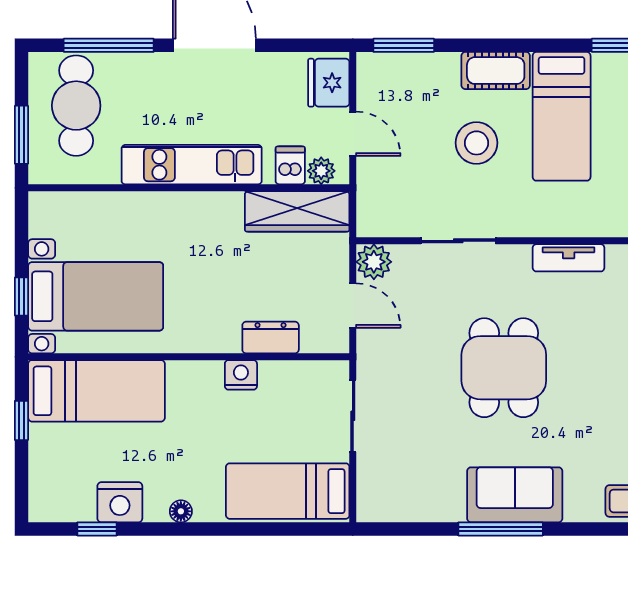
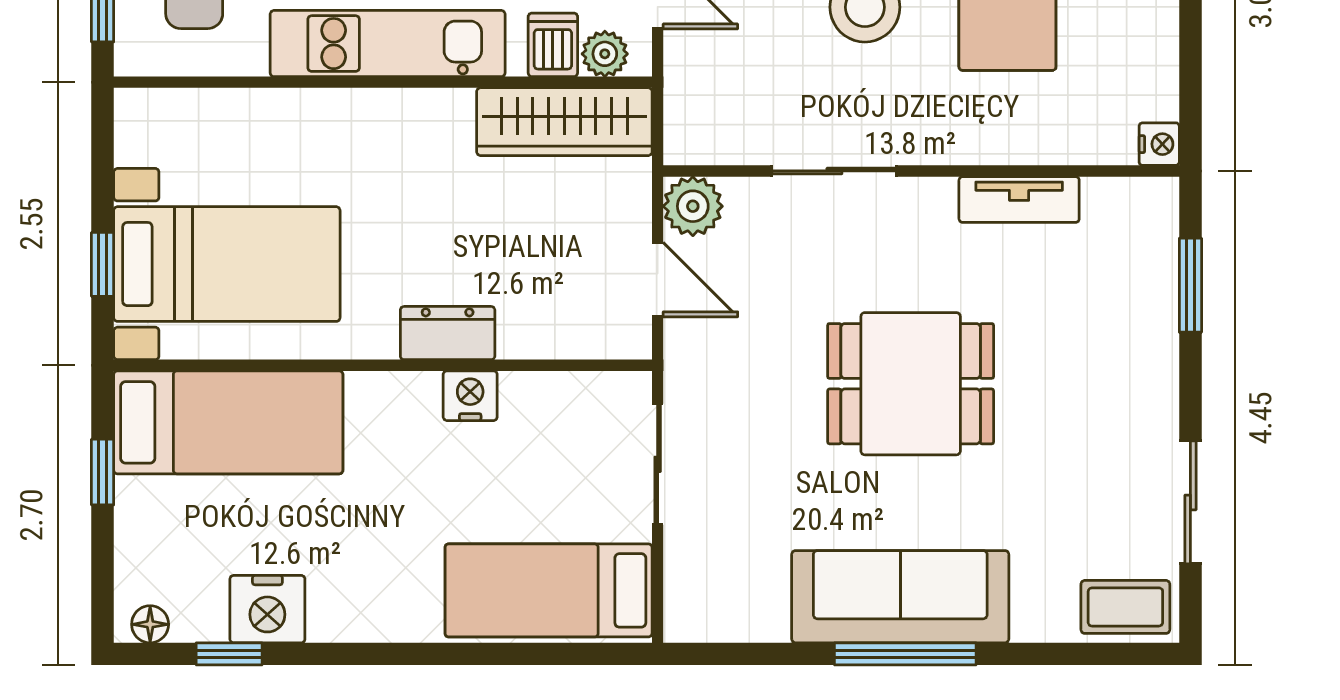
dresser: (271, 338) -> (448, 333), moved
dining table: (504, 368) -> (911, 384), turned 90
sofa: (515, 495) -> (900, 597), width x1.36
floor lamp: (181, 511) -> (150, 624), moved

